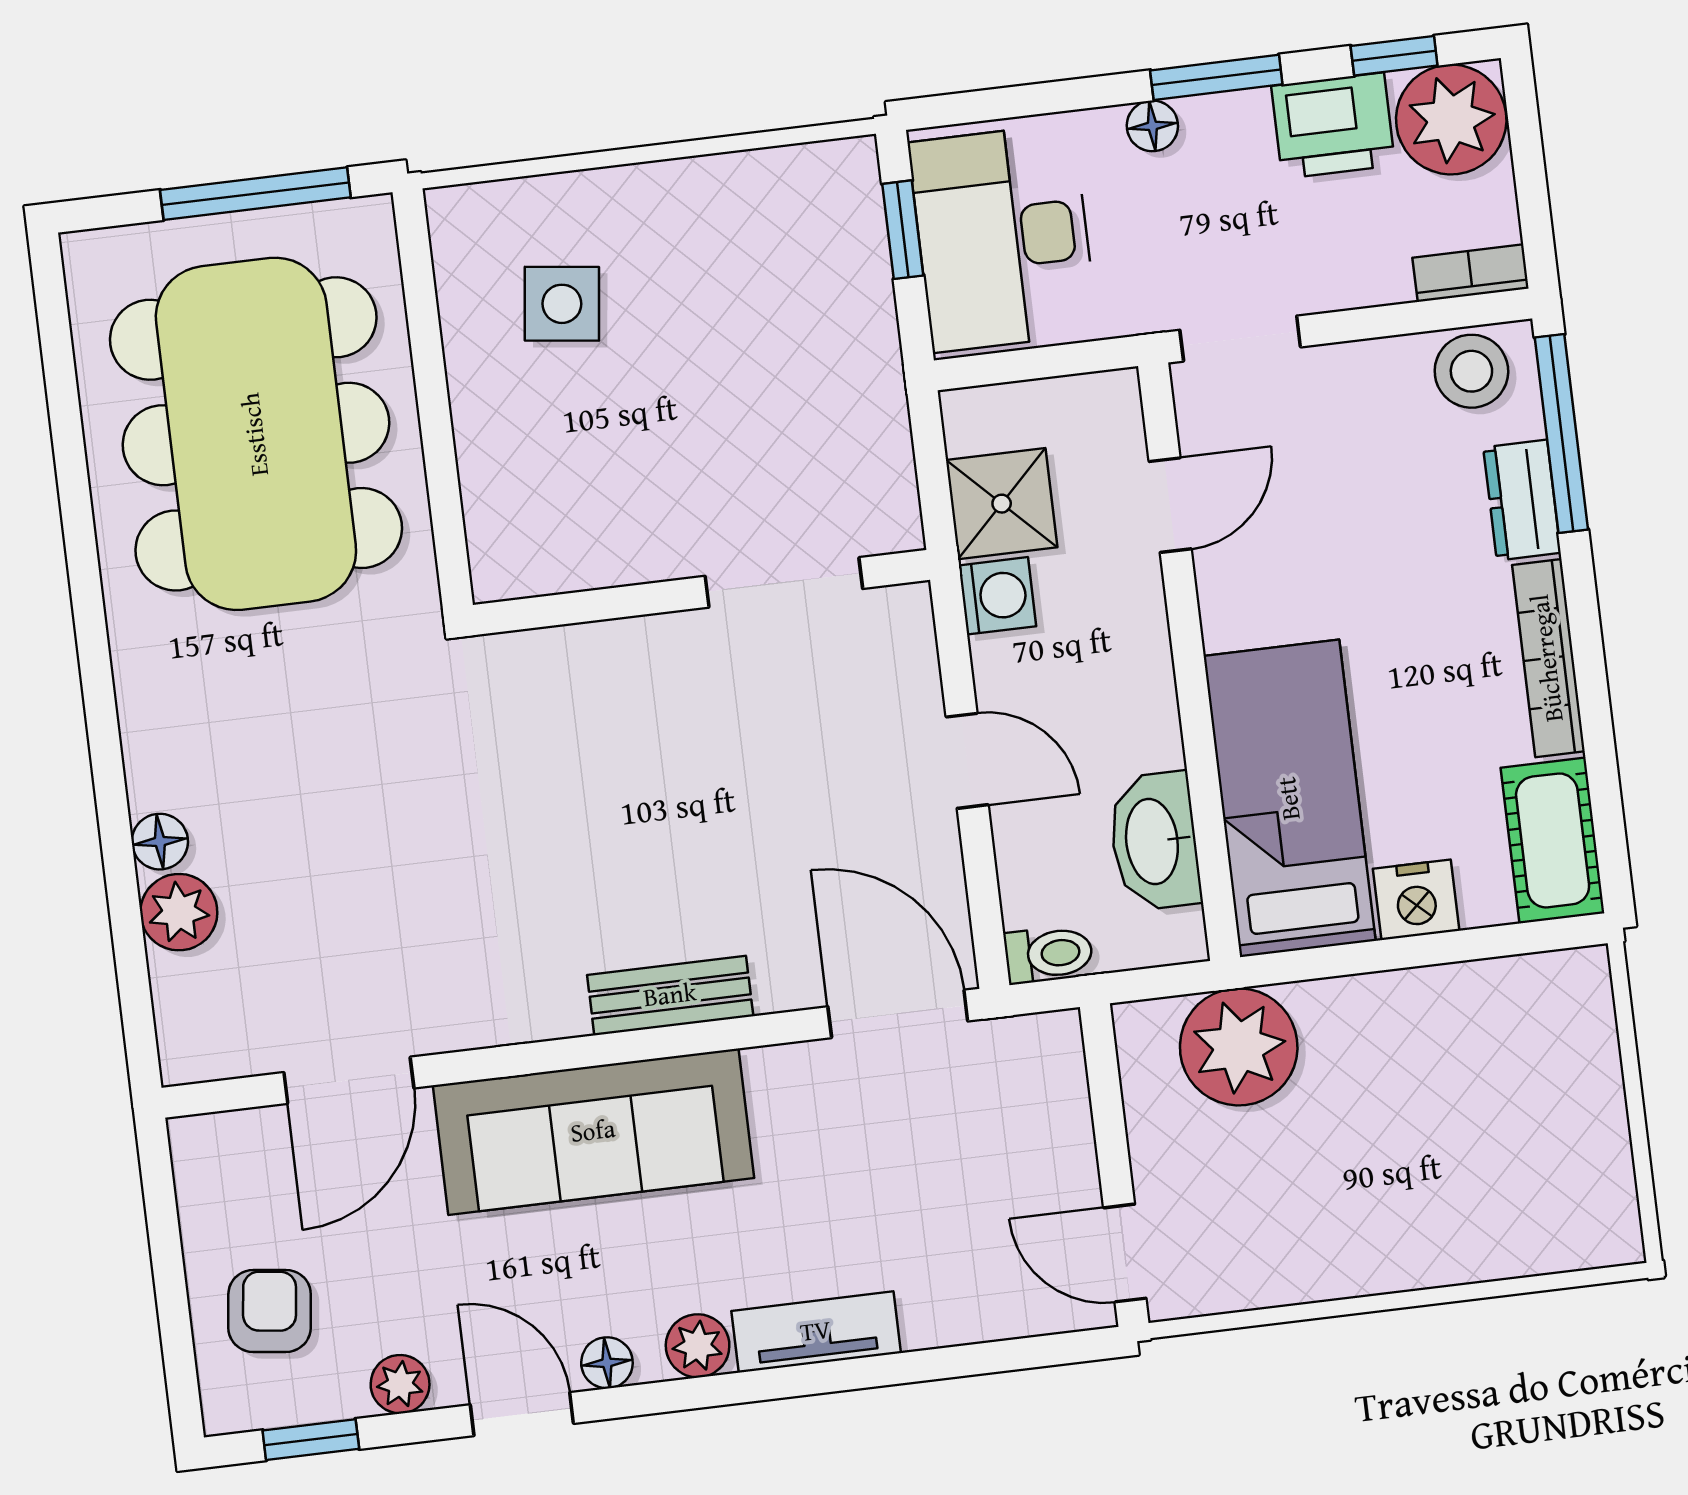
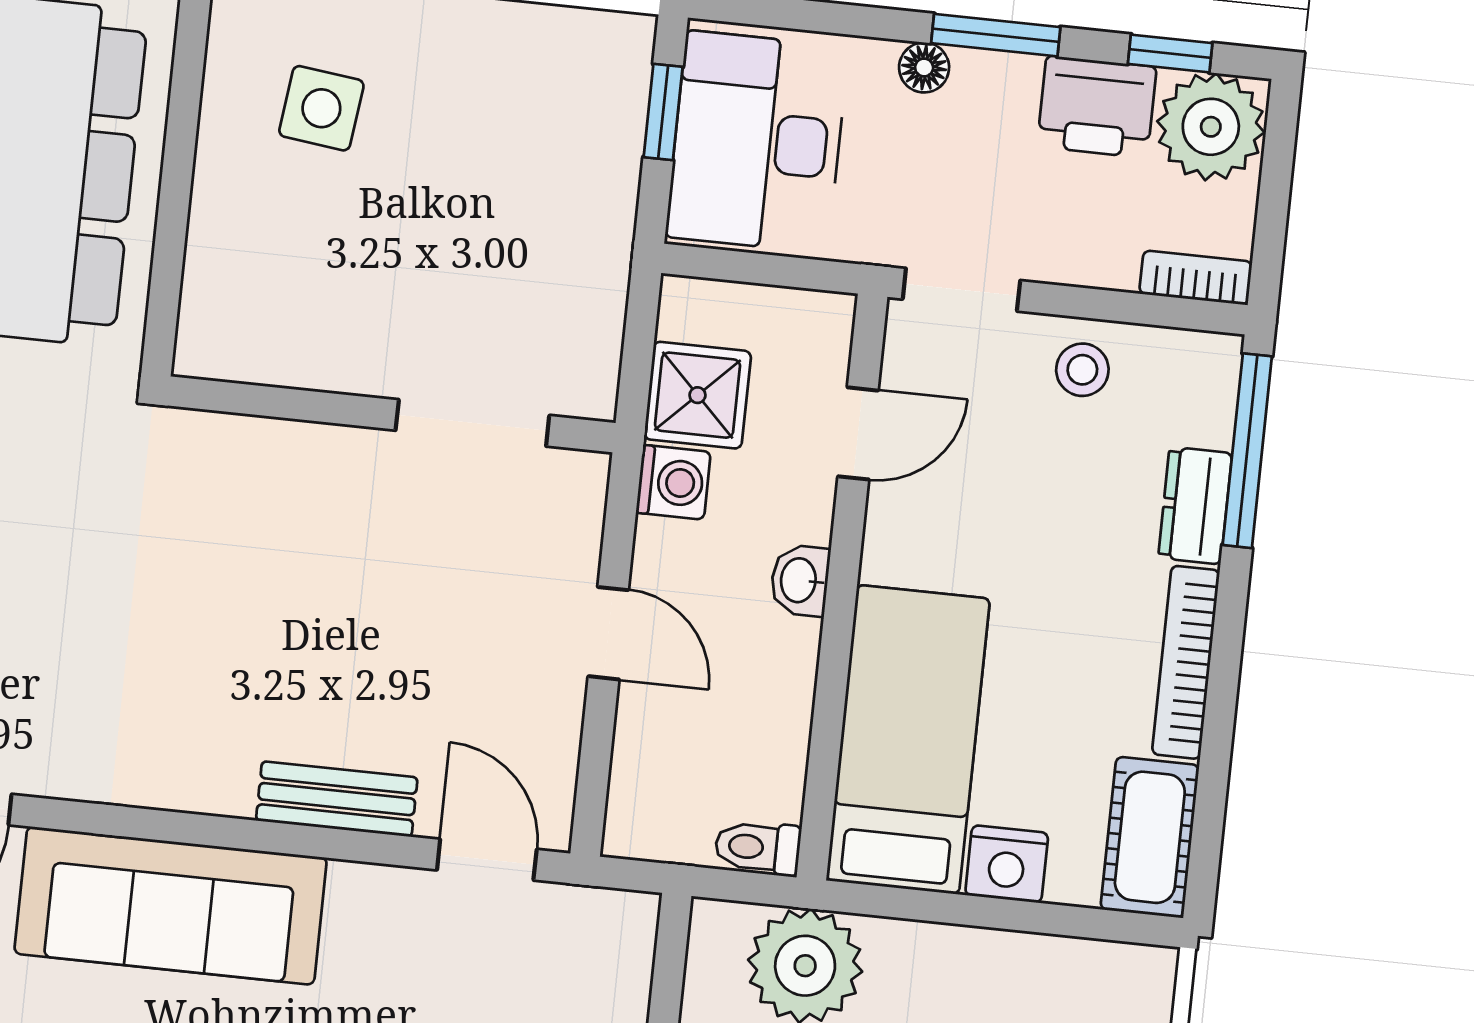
stool: (1471, 371) -> (1082, 370), moved, width x0.73, depth x0.73
washbasin: (1154, 841) -> (800, 580), moved, width x0.52, depth x0.69
toilet: (1049, 954) -> (758, 848), moved, turned 180
bench: (670, 996) -> (337, 799), moved
door: (898, 1014) -> (487, 860), width x0.73

